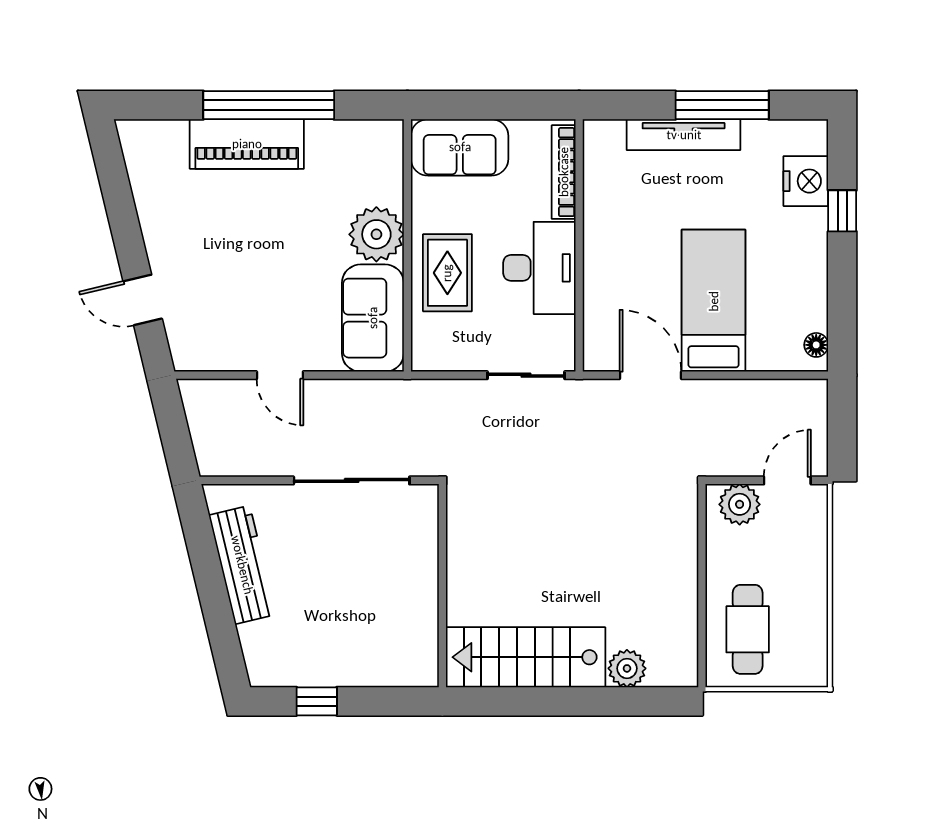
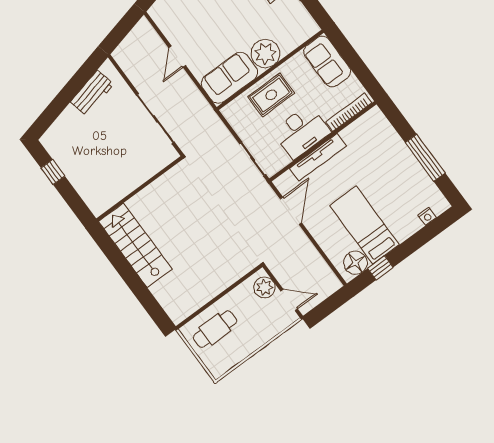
tv unit: (684, 135) -> (318, 157), moved, turned -90
nightstand: (806, 181) -> (427, 216), width x0.53, depth x0.56
window: (842, 211) -> (380, 268), moved
bed: (714, 301) -> (364, 225), moved, turned -90
floor lamp: (816, 345) -> (355, 263), width x1.89, depth x1.89
workbench: (242, 565) -> (92, 93), width x0.73
plant: (627, 668) -> (162, 291), removed

